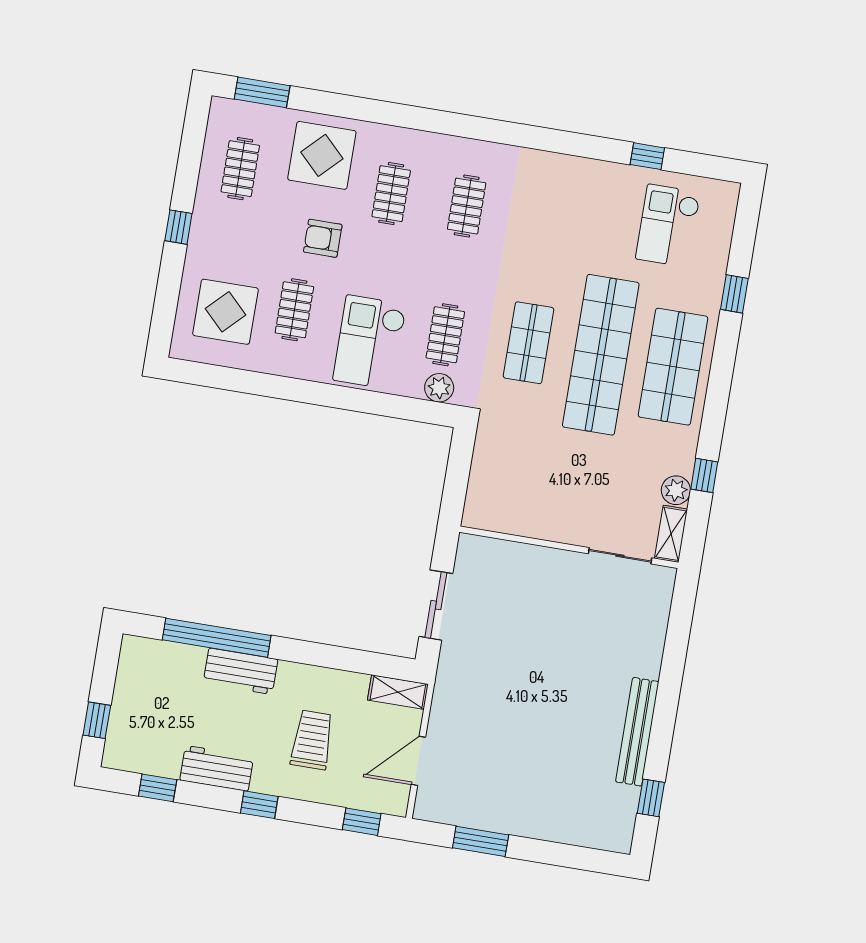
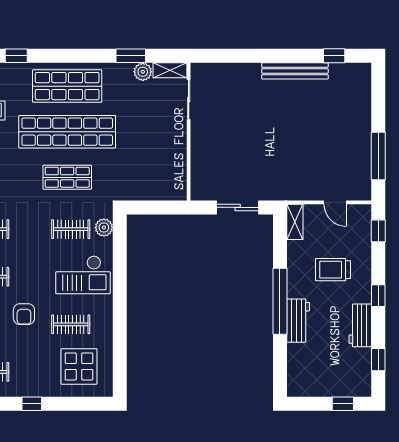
window: (704, 475) -> (131, 56), width x1.50
window: (217, 638) -> (280, 301), moved
door: (418, 761) -> (335, 202), width x0.73
window: (481, 841) -> (378, 156), width x1.44

